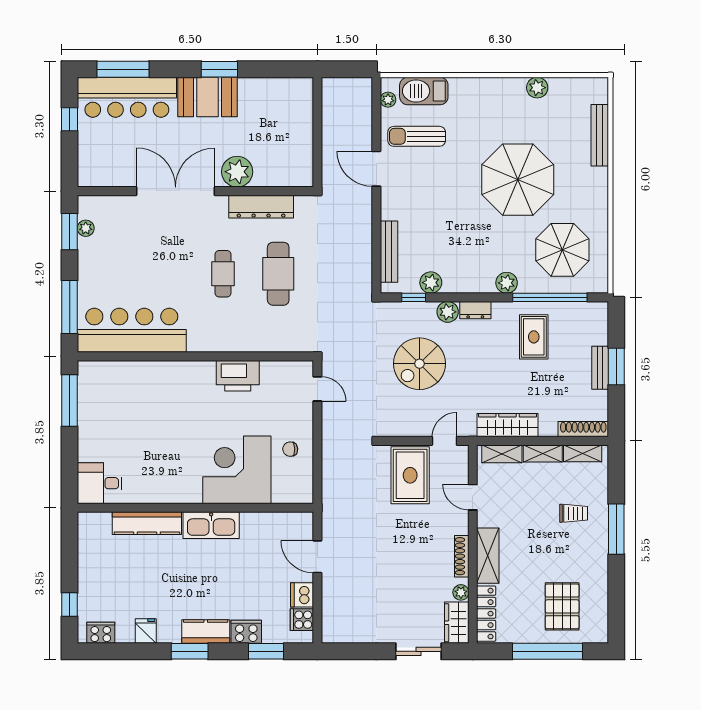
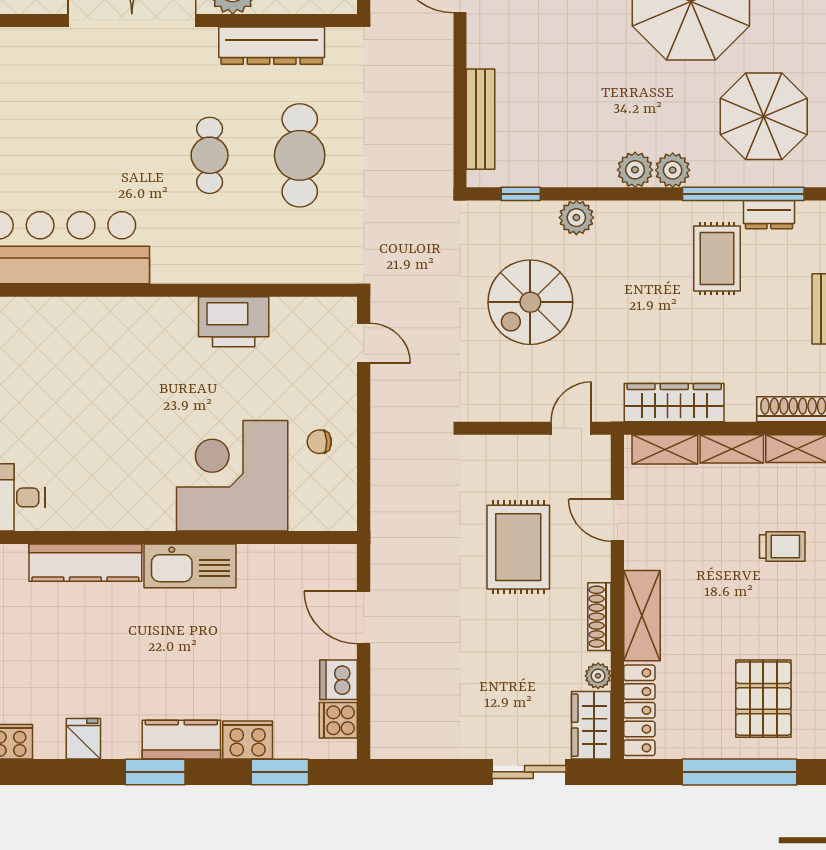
plant: (431, 283) -> (635, 170), moved
dresser: (475, 310) -> (769, 215), moved
rug: (410, 475) -> (518, 547), moved

